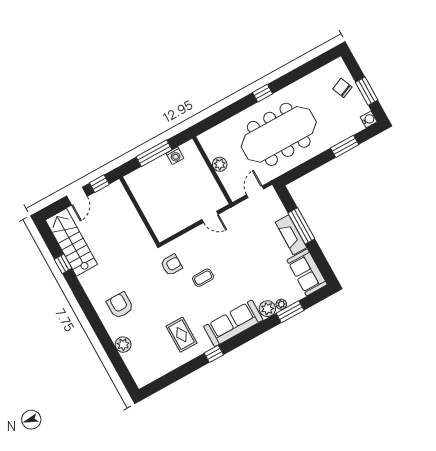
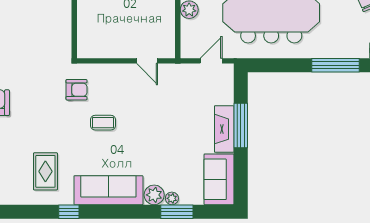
window: (345, 146) -> (335, 65), width x1.44

